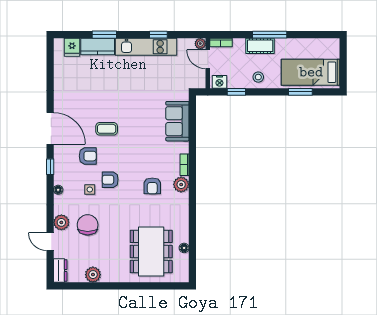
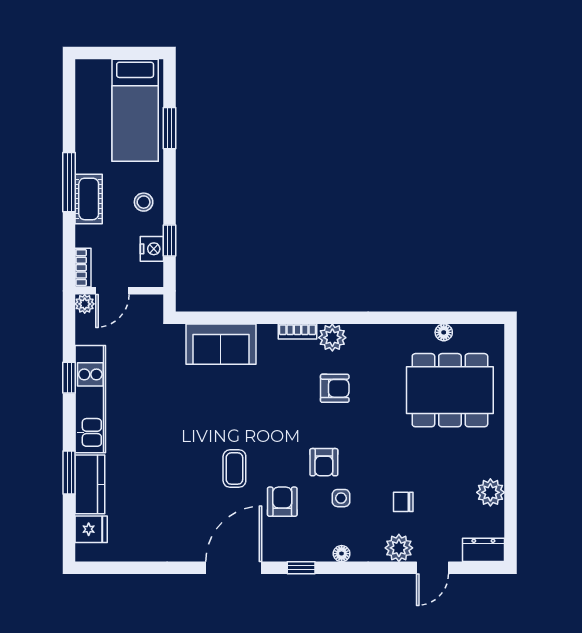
nightstand: (219, 82) -> (152, 249), moved
chair: (88, 225) -> (403, 502), width x0.54, depth x0.54

